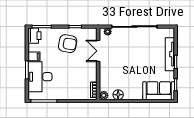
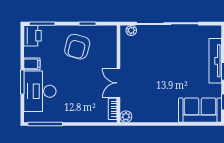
armchair: (68, 44) -> (77, 47), turned 95
double door: (98, 51) -> (118, 83), moved
floor lamp: (118, 95) -> (145, 116), removed

